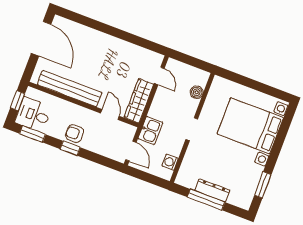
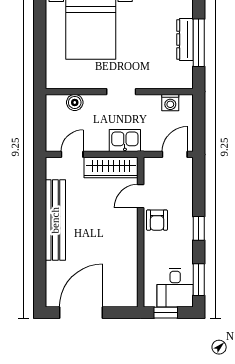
bench: (70, 89) -> (55, 220), moved
kitchen sink: (150, 130) -> (125, 140), moved
armchair: (75, 134) -> (157, 220), moved

